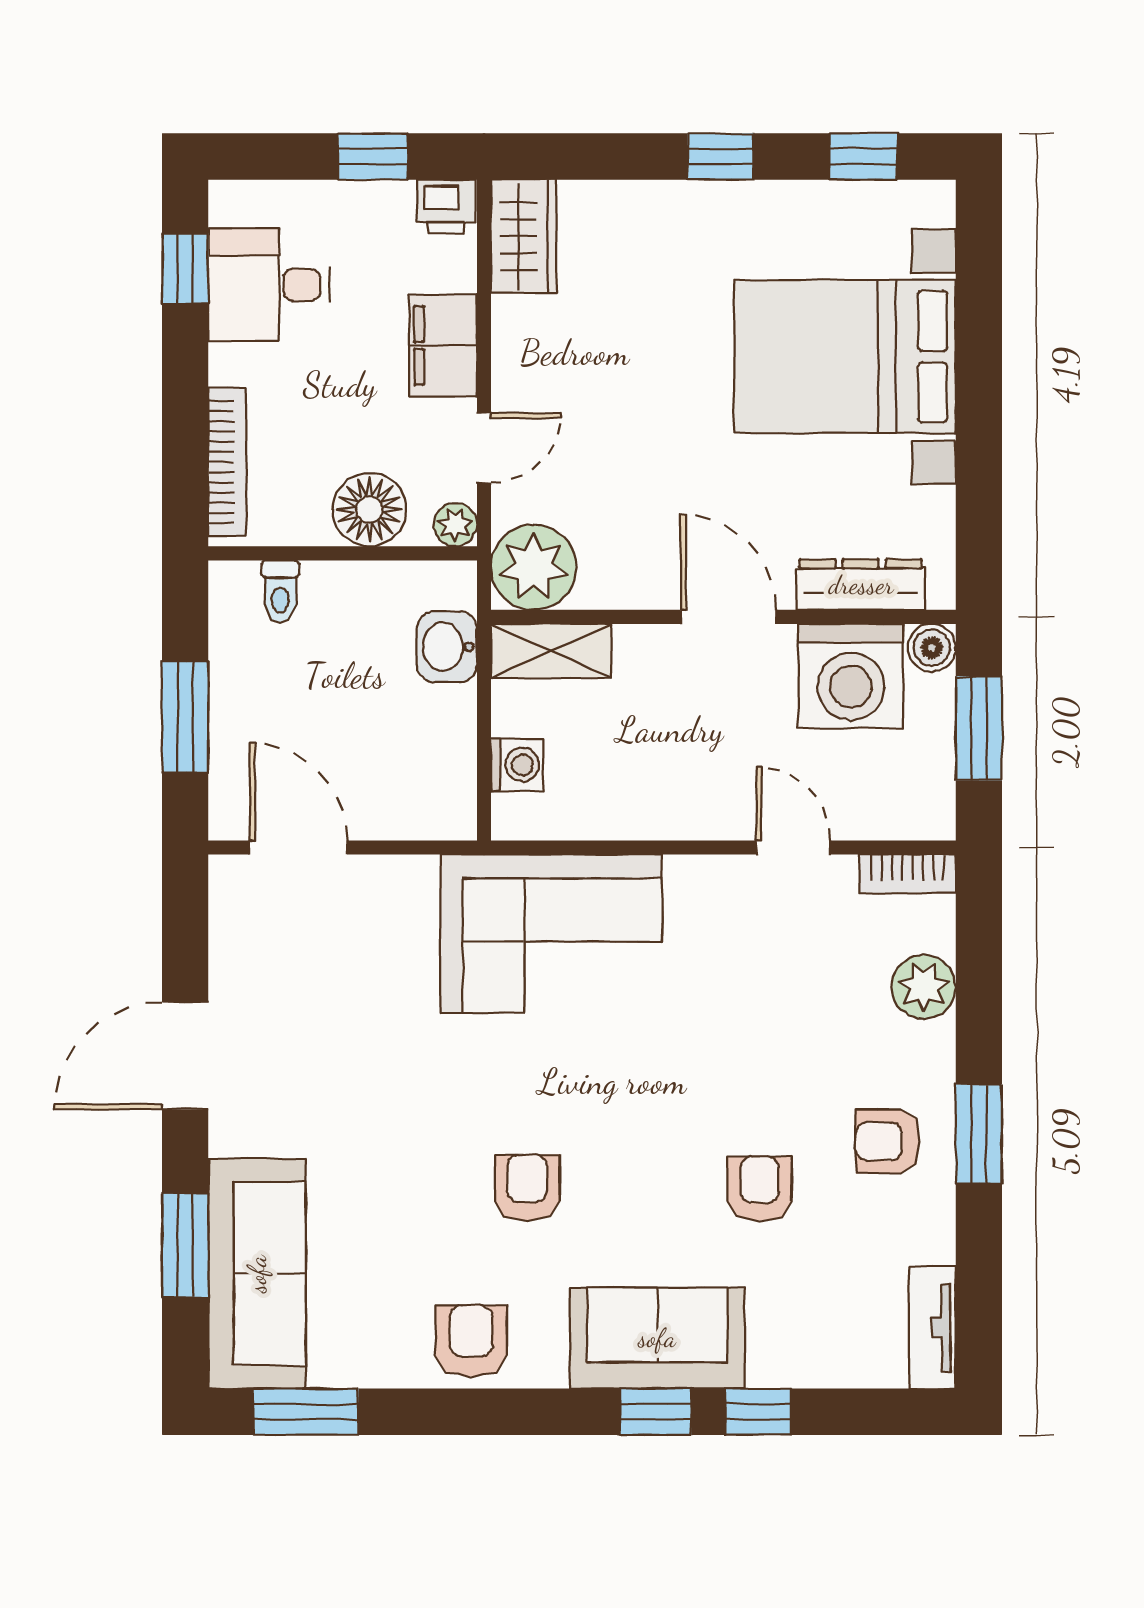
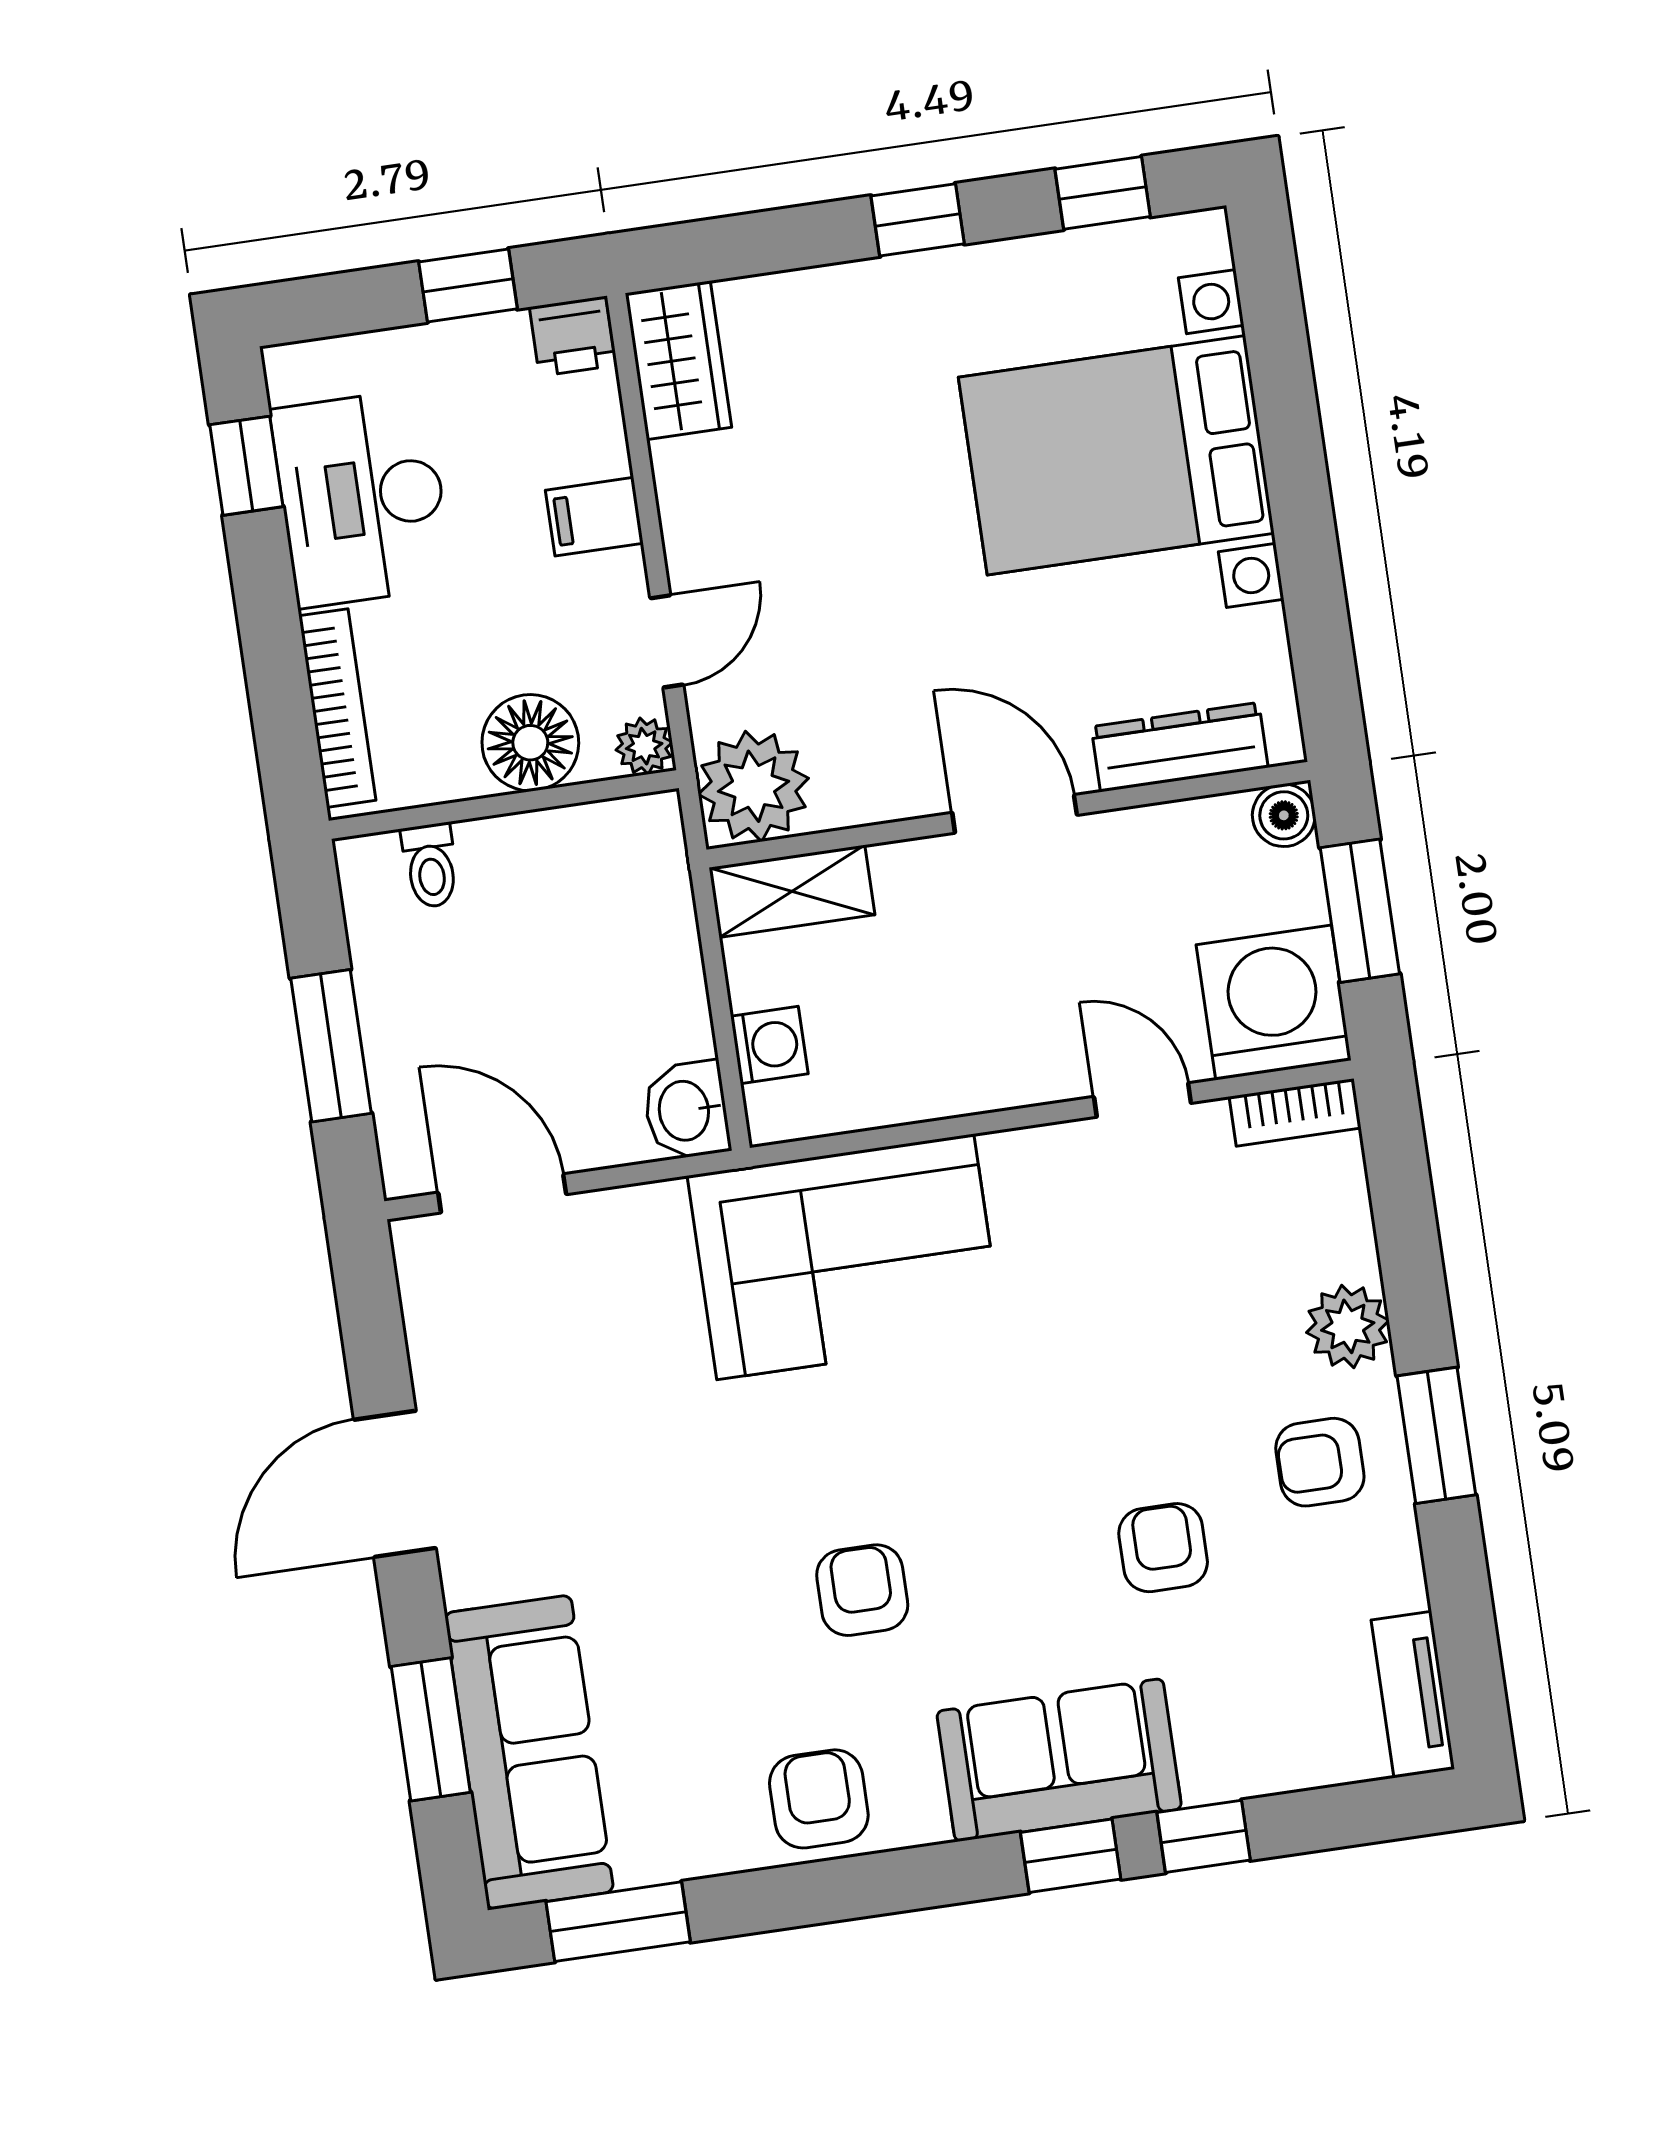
desk: (269, 285) -> (362, 498), width x1.37
filing cabinet: (443, 346) -> (594, 517), width x0.50
washbasin: (447, 647) -> (686, 1110), moved
washing machine: (851, 676) -> (1274, 1003), moved, turned 180
plant: (924, 987) -> (1348, 1326), moved

